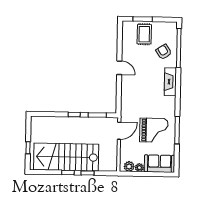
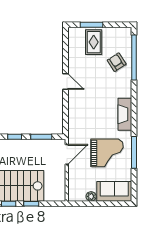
fireplace: (170, 82) -> (125, 114), moved
plant: (129, 166) -> (79, 195), removed

